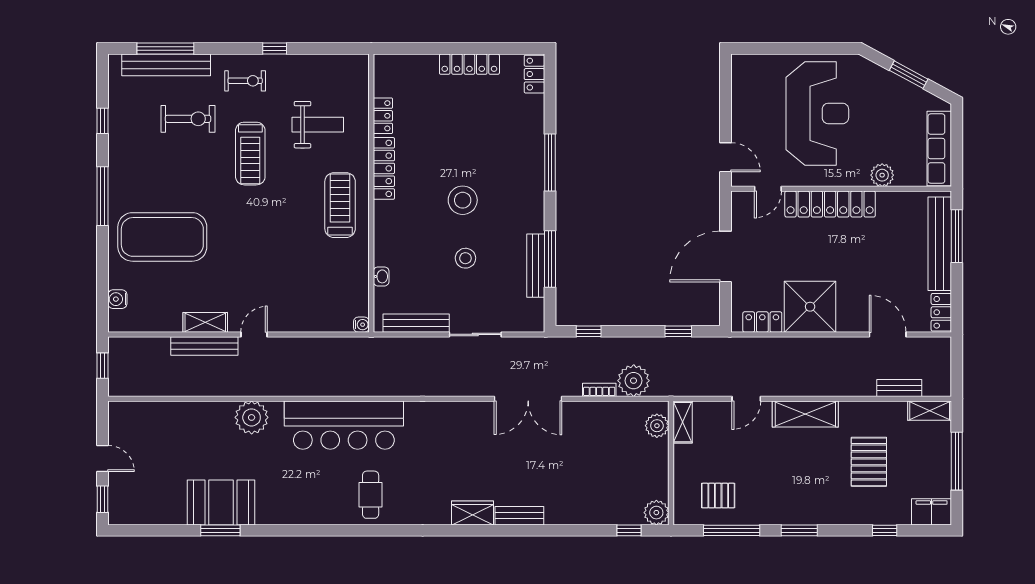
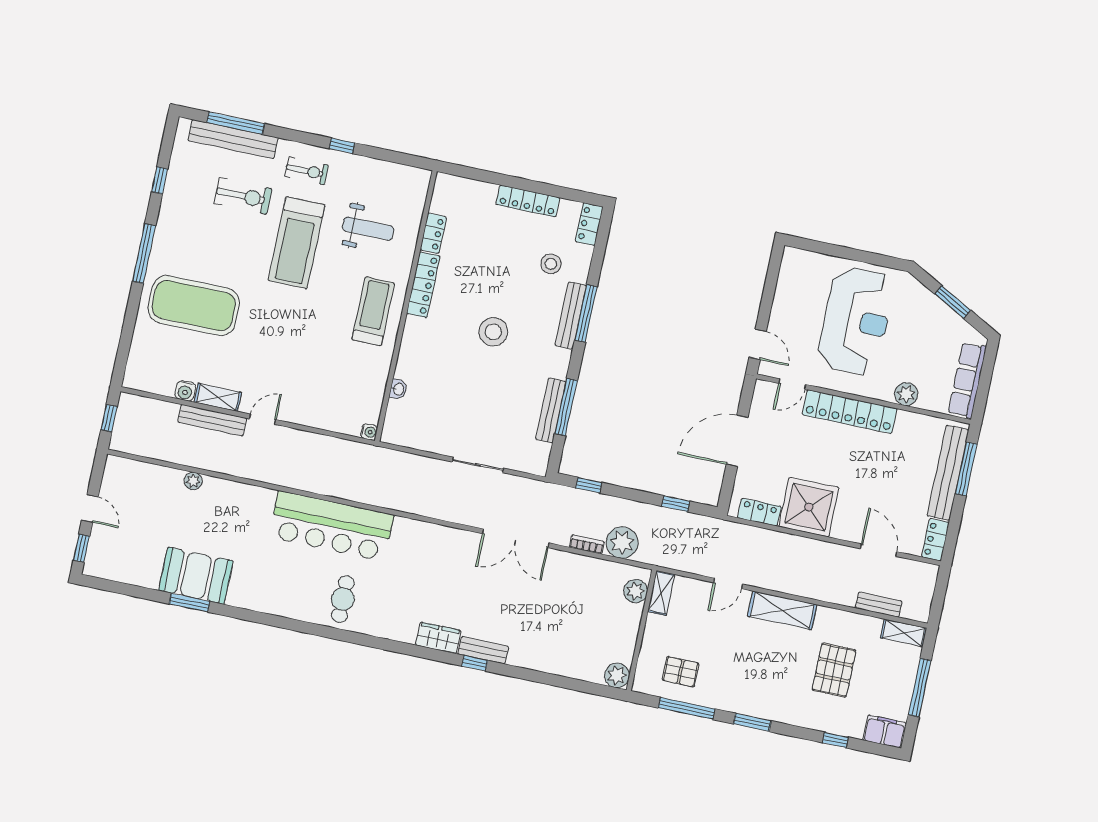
treadmill: (250, 154) -> (297, 243), width x1.37, depth x1.38
stool: (465, 258) -> (551, 264), moved
water cooler: (117, 299) -> (185, 391), moved, turned -90
bench: (416, 323) -> (571, 316), moved, turned 90
plant: (252, 417) -> (193, 481), moved, width x0.53, depth x0.53
window: (629, 530) -> (475, 663), moved

